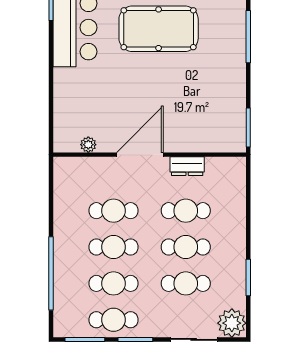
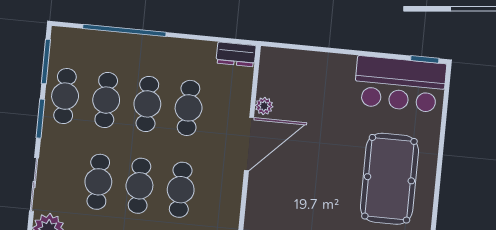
plant: (88, 145) -> (264, 106), moved
door: (140, 155) -> (249, 144), hinge flipped
dresser: (187, 166) -> (236, 54), moved, turned -90

